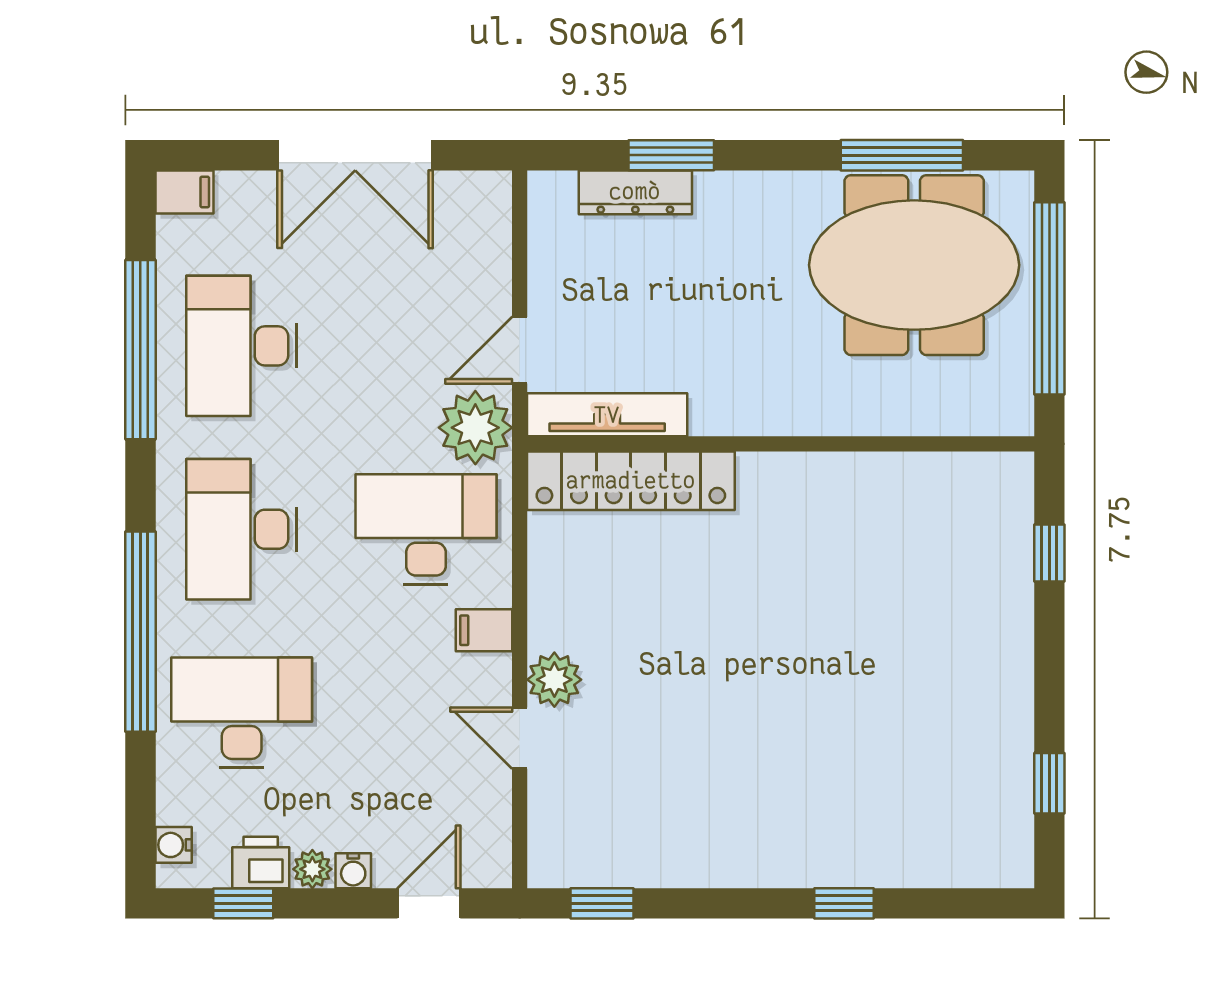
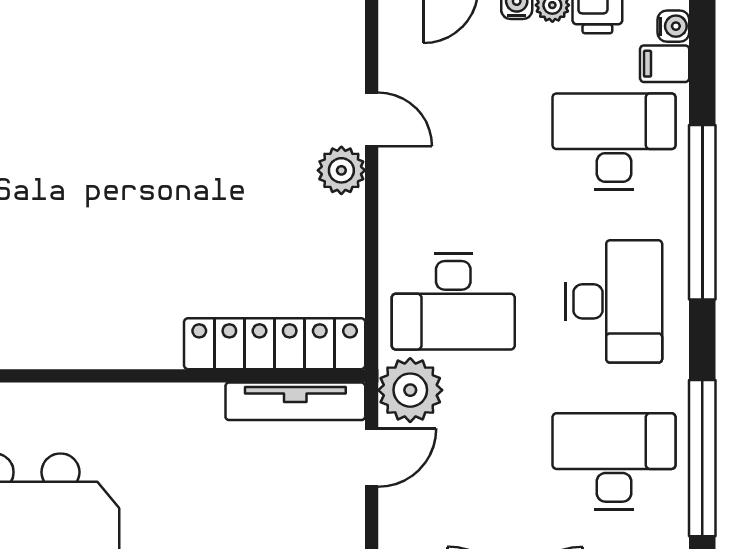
desk: (242, 346) -> (614, 461), turned -90
filing cabinet: (484, 630) -> (665, 64), moved, turned 180
desk: (242, 713) -> (614, 141), turned 180

